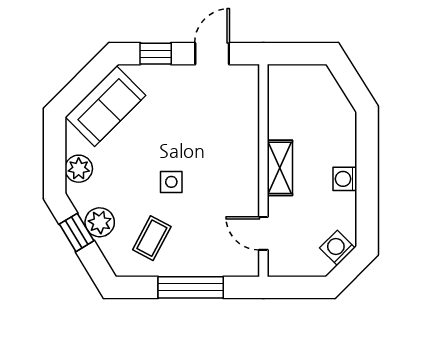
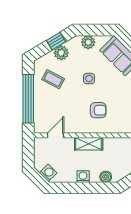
boiler: (345, 134) -> (106, 177), added
armchair: (213, 149) -> (98, 110), added
side table: (171, 182) -> (89, 79), moved
window: (191, 287) -> (28, 99), width x1.46

